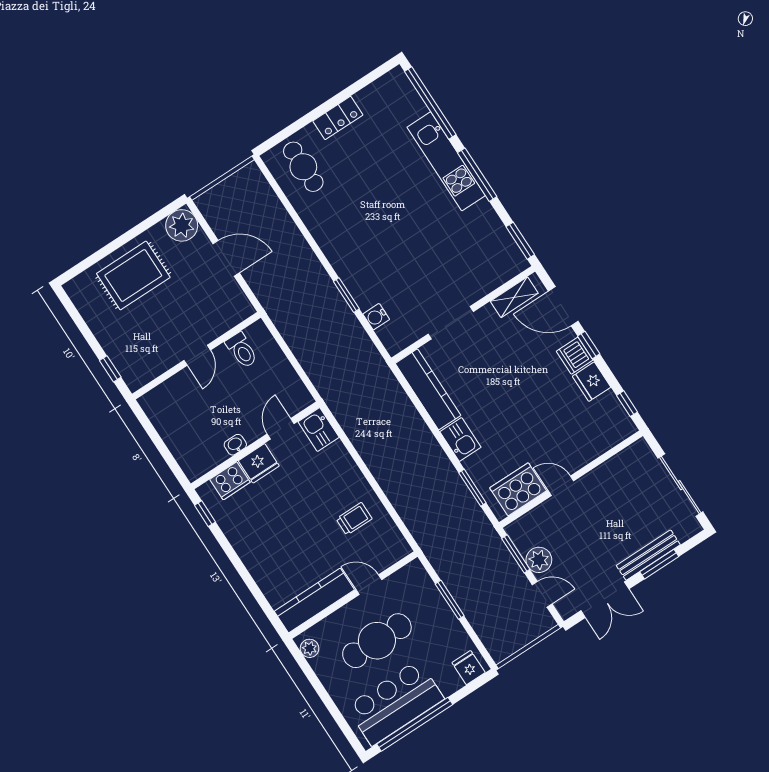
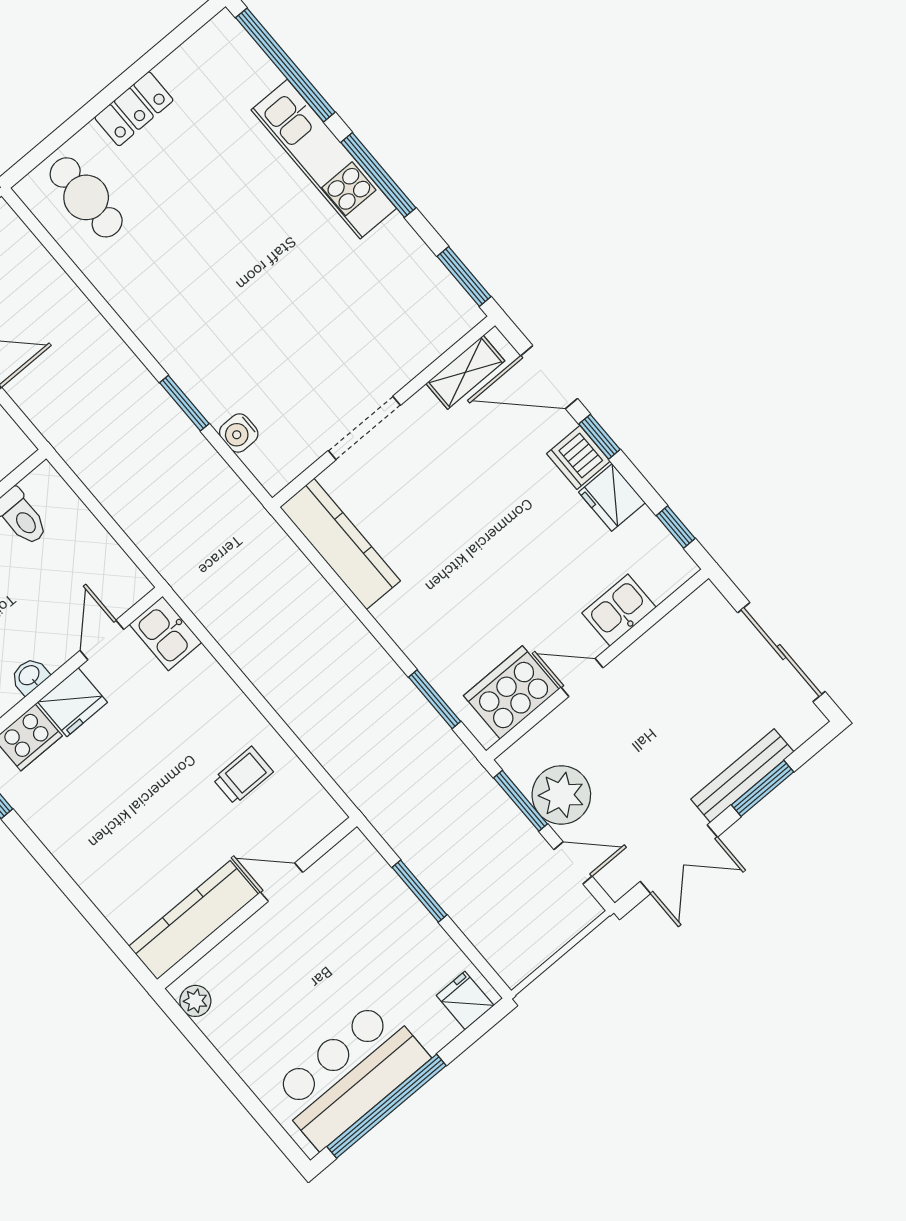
kitchen sink: (460, 439) -> (619, 610), moved, turned -90
plant: (539, 560) -> (561, 795), width x1.36, depth x1.36
cafe table: (377, 641) -> (306, 974), removed

